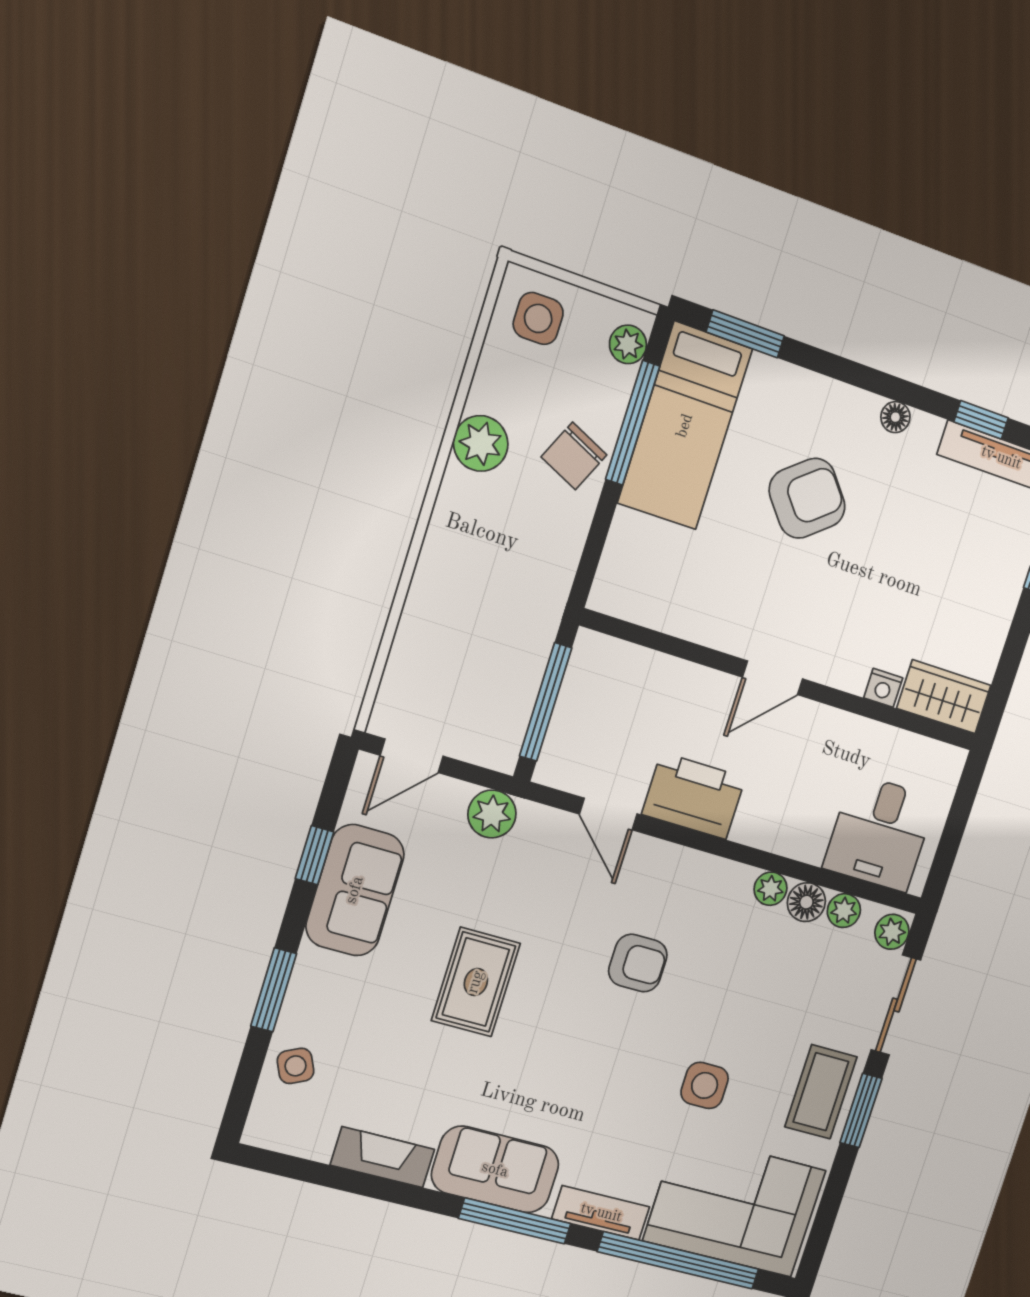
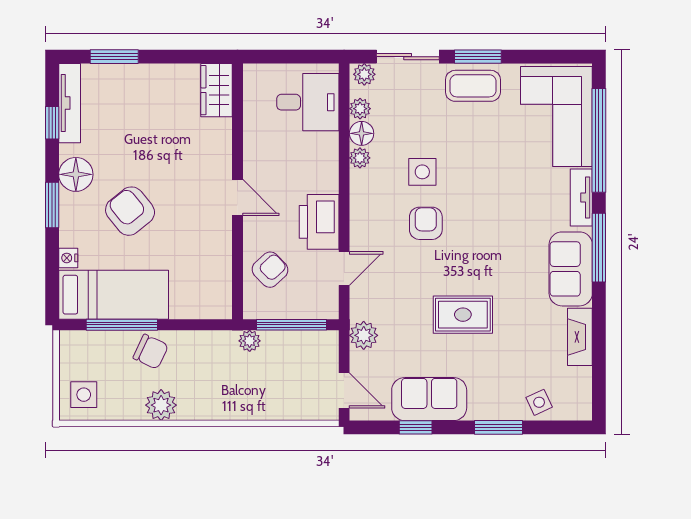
window: (745, 334) -> (52, 205), moved
plant: (628, 344) -> (250, 341), moved
floor lamp: (895, 417) -> (76, 174), width x1.89, depth x1.89
nightstand: (883, 688) -> (68, 258), moved, turned 180
armchair: (644, 695) -> (270, 270), added
side table: (705, 1085) -> (422, 172), moved

